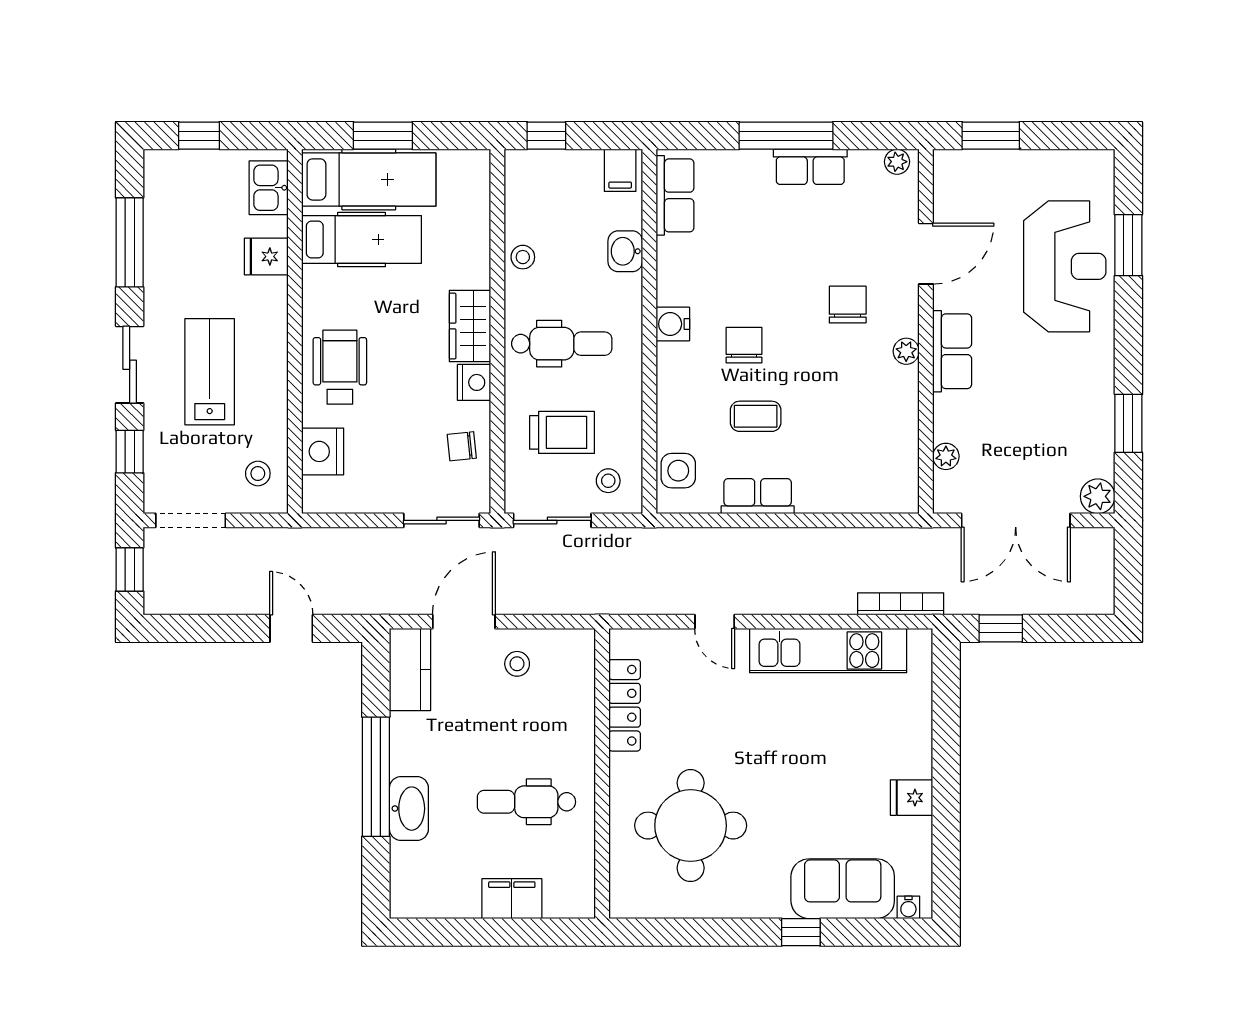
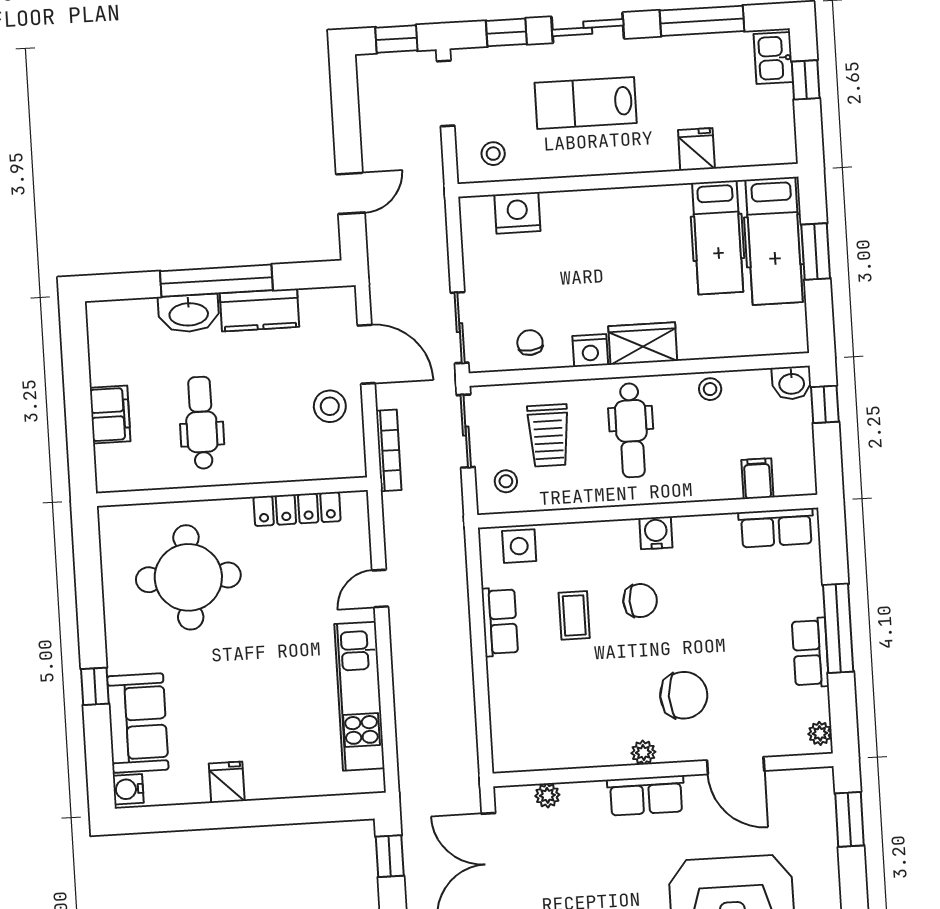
filing cabinet: (620, 170) -> (757, 479), moved, turned 90
kitchen sink: (269, 188) -> (773, 58), moved, turned -90
washbasin: (625, 251) -> (792, 383), moved, turned 180
chair: (848, 305) -> (684, 695), width x1.37, depth x1.37
wheelchair: (340, 367) -> (597, 224), removed
lab bench: (210, 372) -> (586, 103), turned 180
bookcase: (901, 604) -> (389, 450), moved
stool: (517, 664) -> (330, 406), width x1.37, depth x1.37
kitchen counter: (410, 670) -> (260, 310), moved
water cooler: (908, 907) -> (128, 789), width x1.38, depth x1.38

